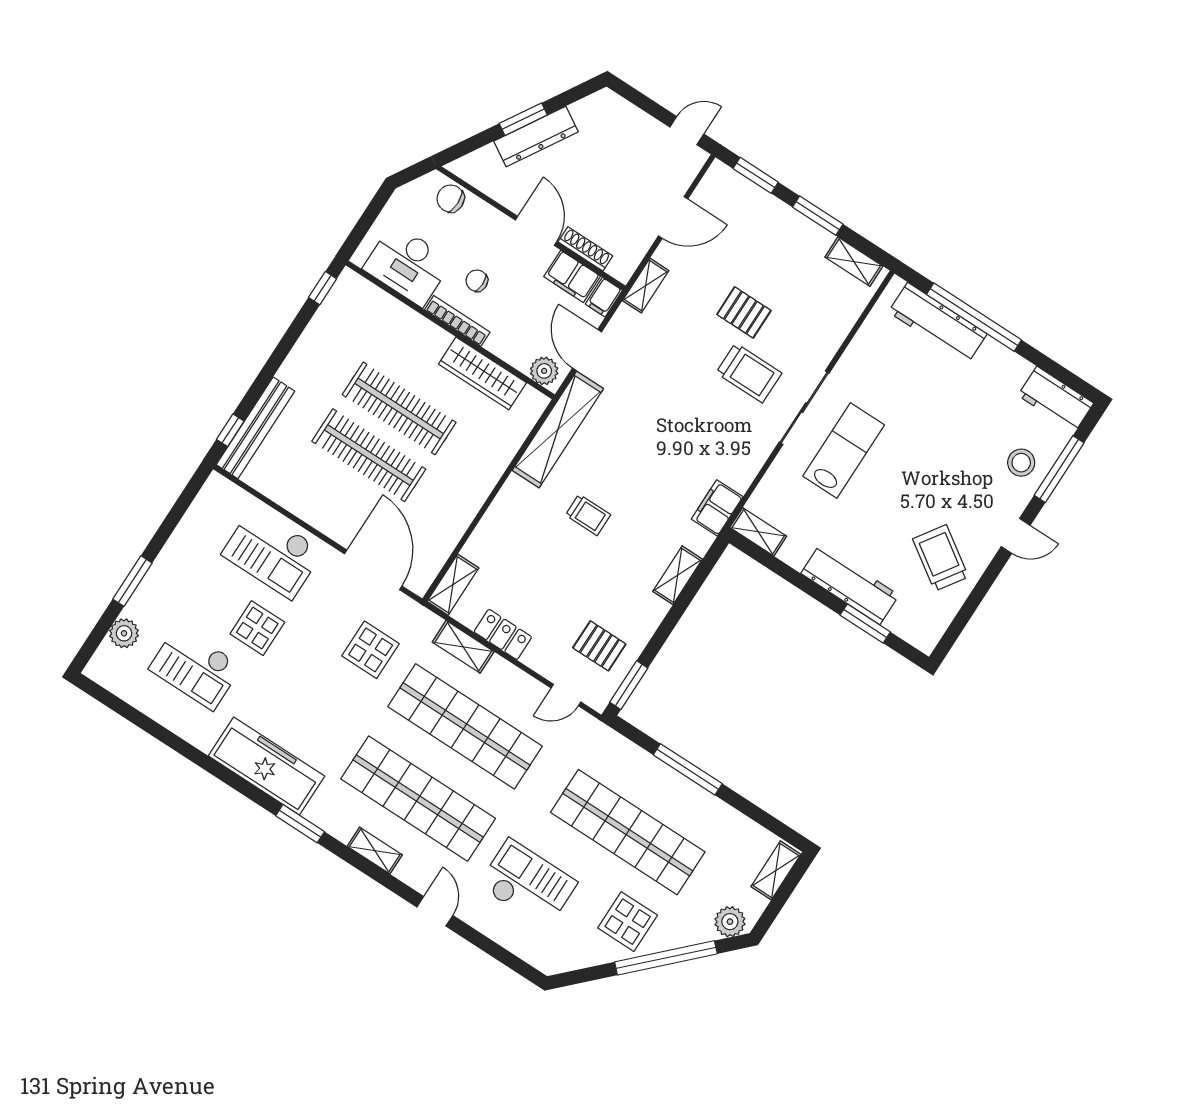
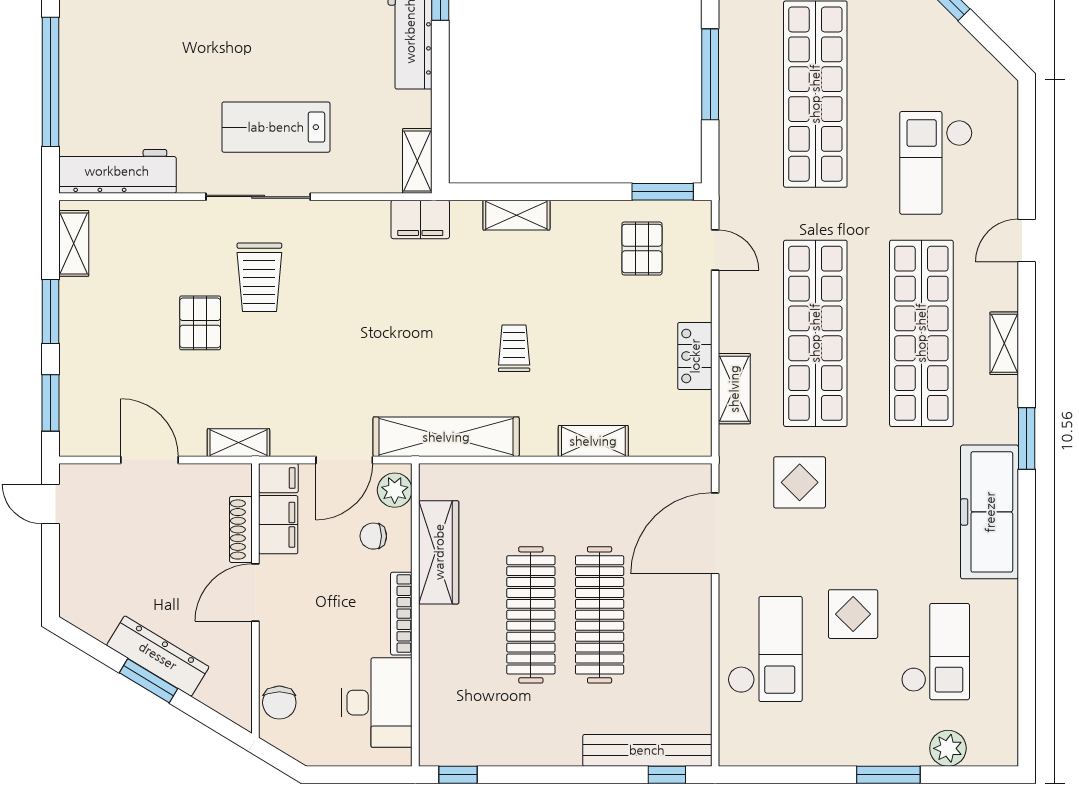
chair: (477, 281) -> (373, 536), moved, turned 90
workbench: (938, 323) -> (117, 171), moved, turned -90
trolley: (749, 373) -> (259, 277), turned 180
shelving: (453, 585) -> (593, 441), moved
display table: (628, 922) -> (908, 34), removed

